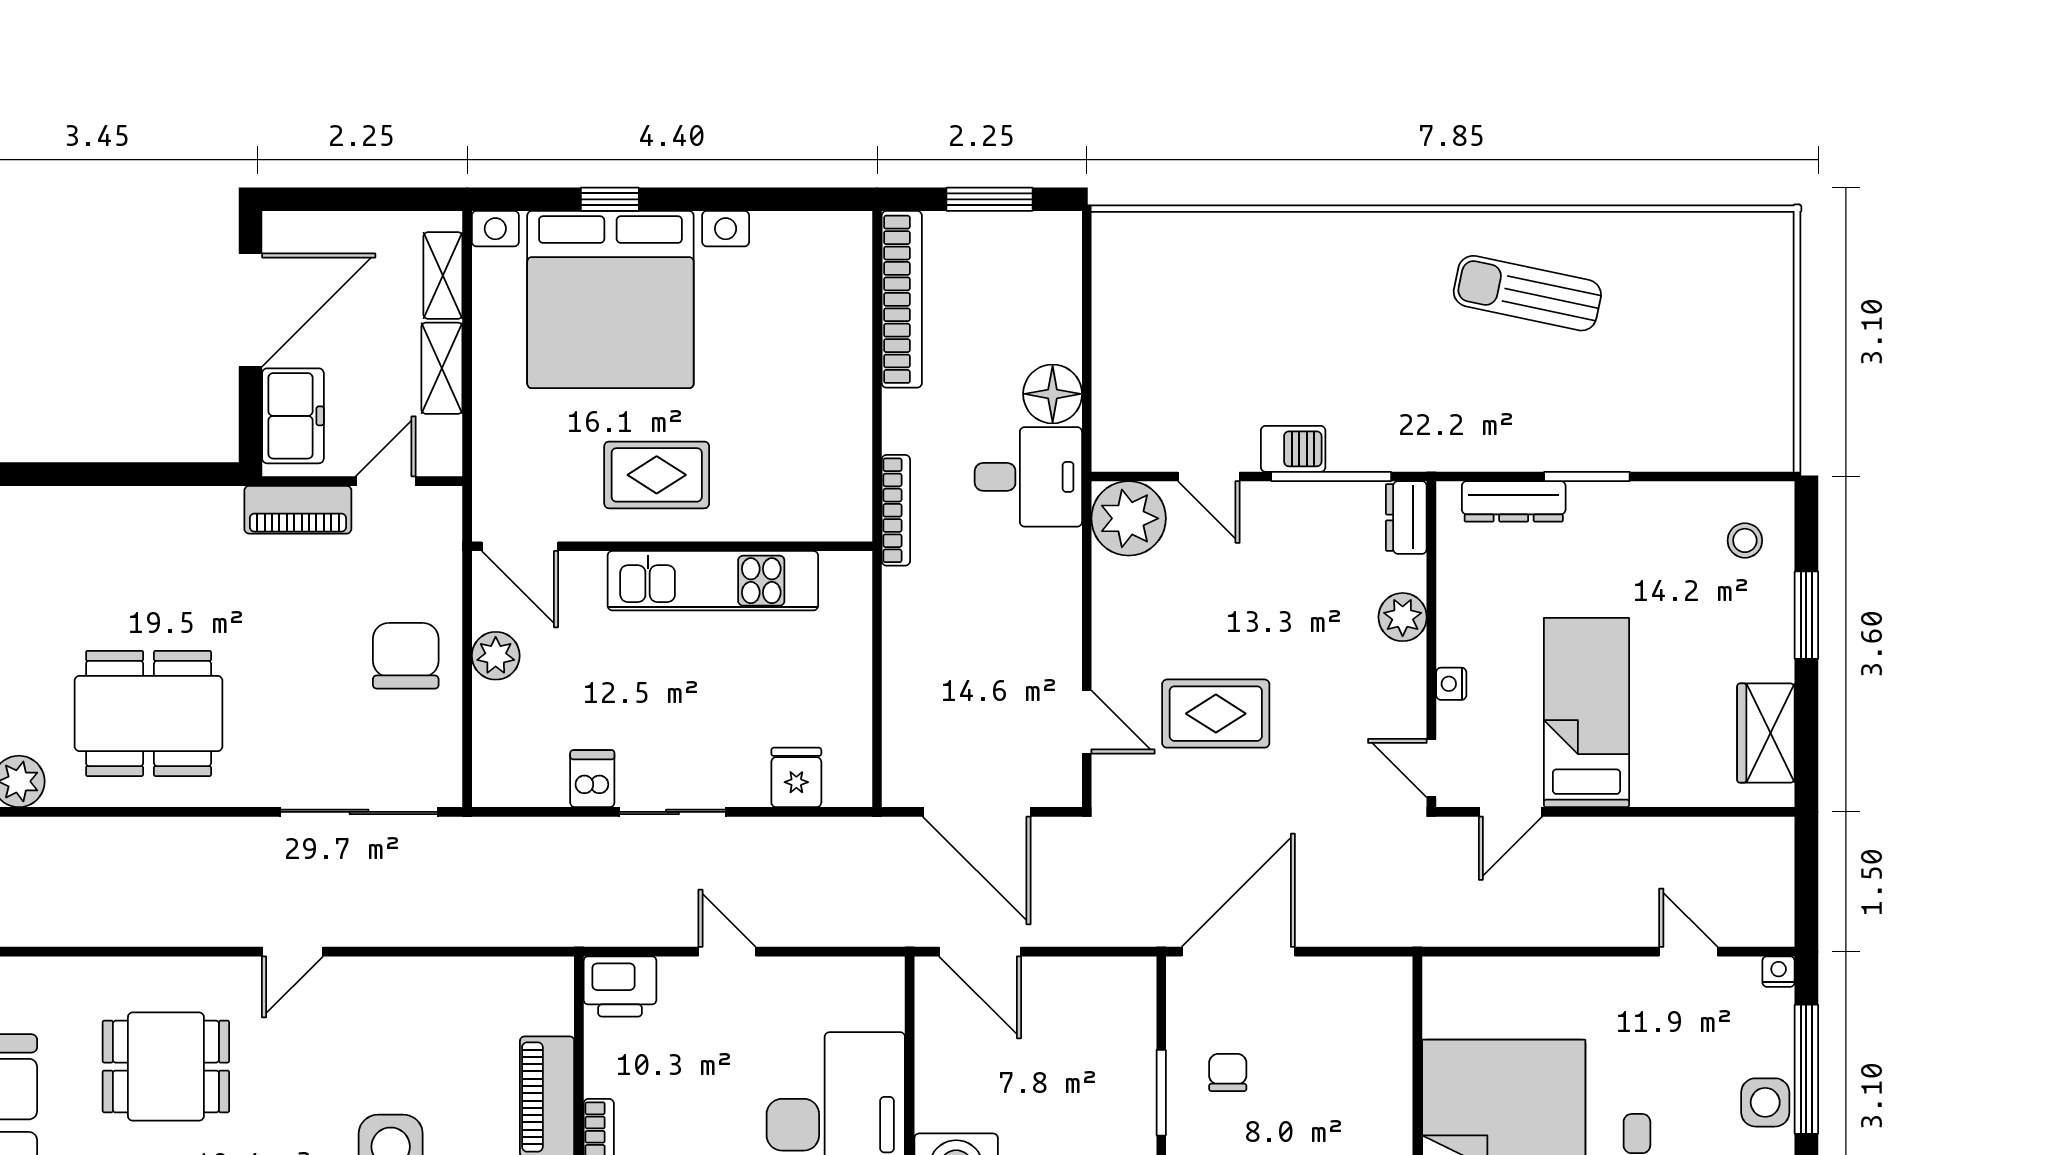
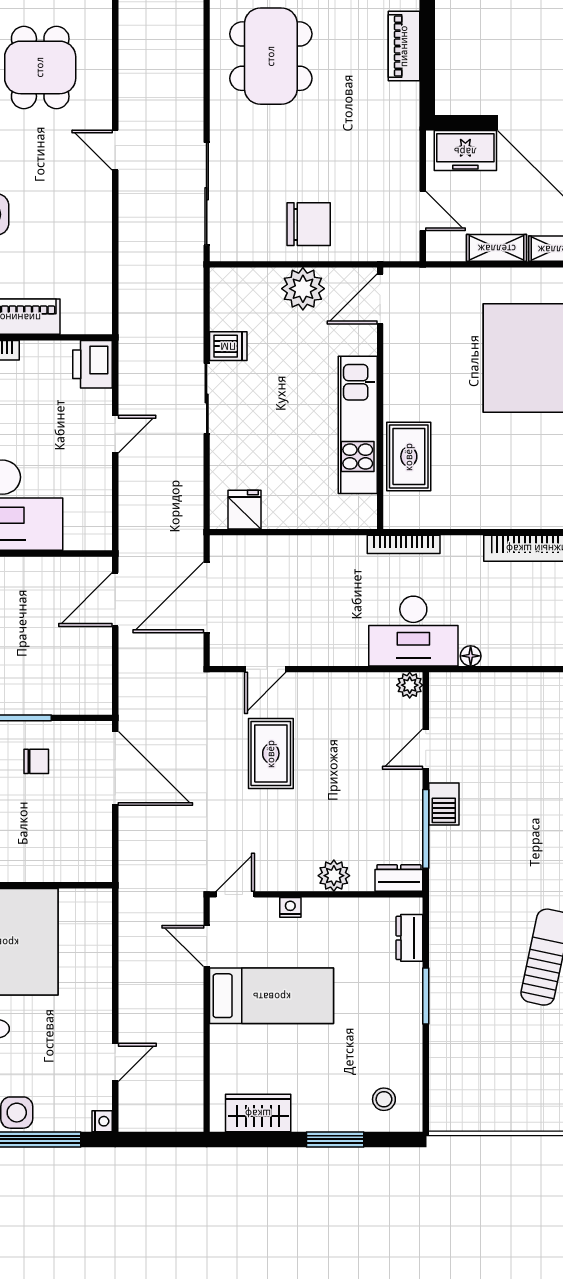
floor lamp: (1053, 394) -> (471, 656), width x0.53, depth x0.53
rug: (657, 475) -> (409, 457), moved
desk: (1028, 477) -> (413, 631), width x1.37
dresser: (1514, 501) -> (409, 938), width x0.70
piano: (298, 510) -> (404, 46), moved
plant: (1129, 518) -> (410, 685), width x0.53, depth x0.53
plant: (496, 656) -> (303, 289), width x1.36, depth x1.36
fridge: (796, 777) -> (244, 510), moved, turned -90

